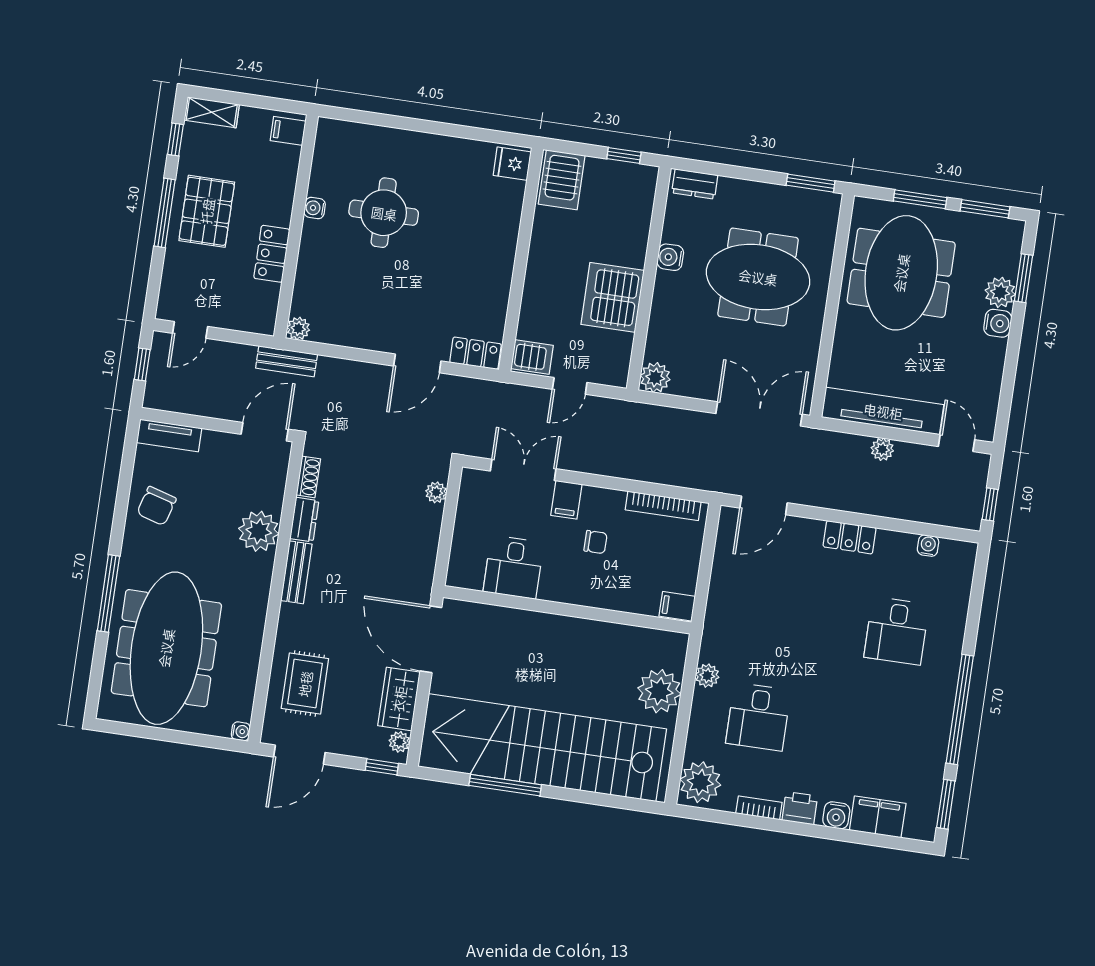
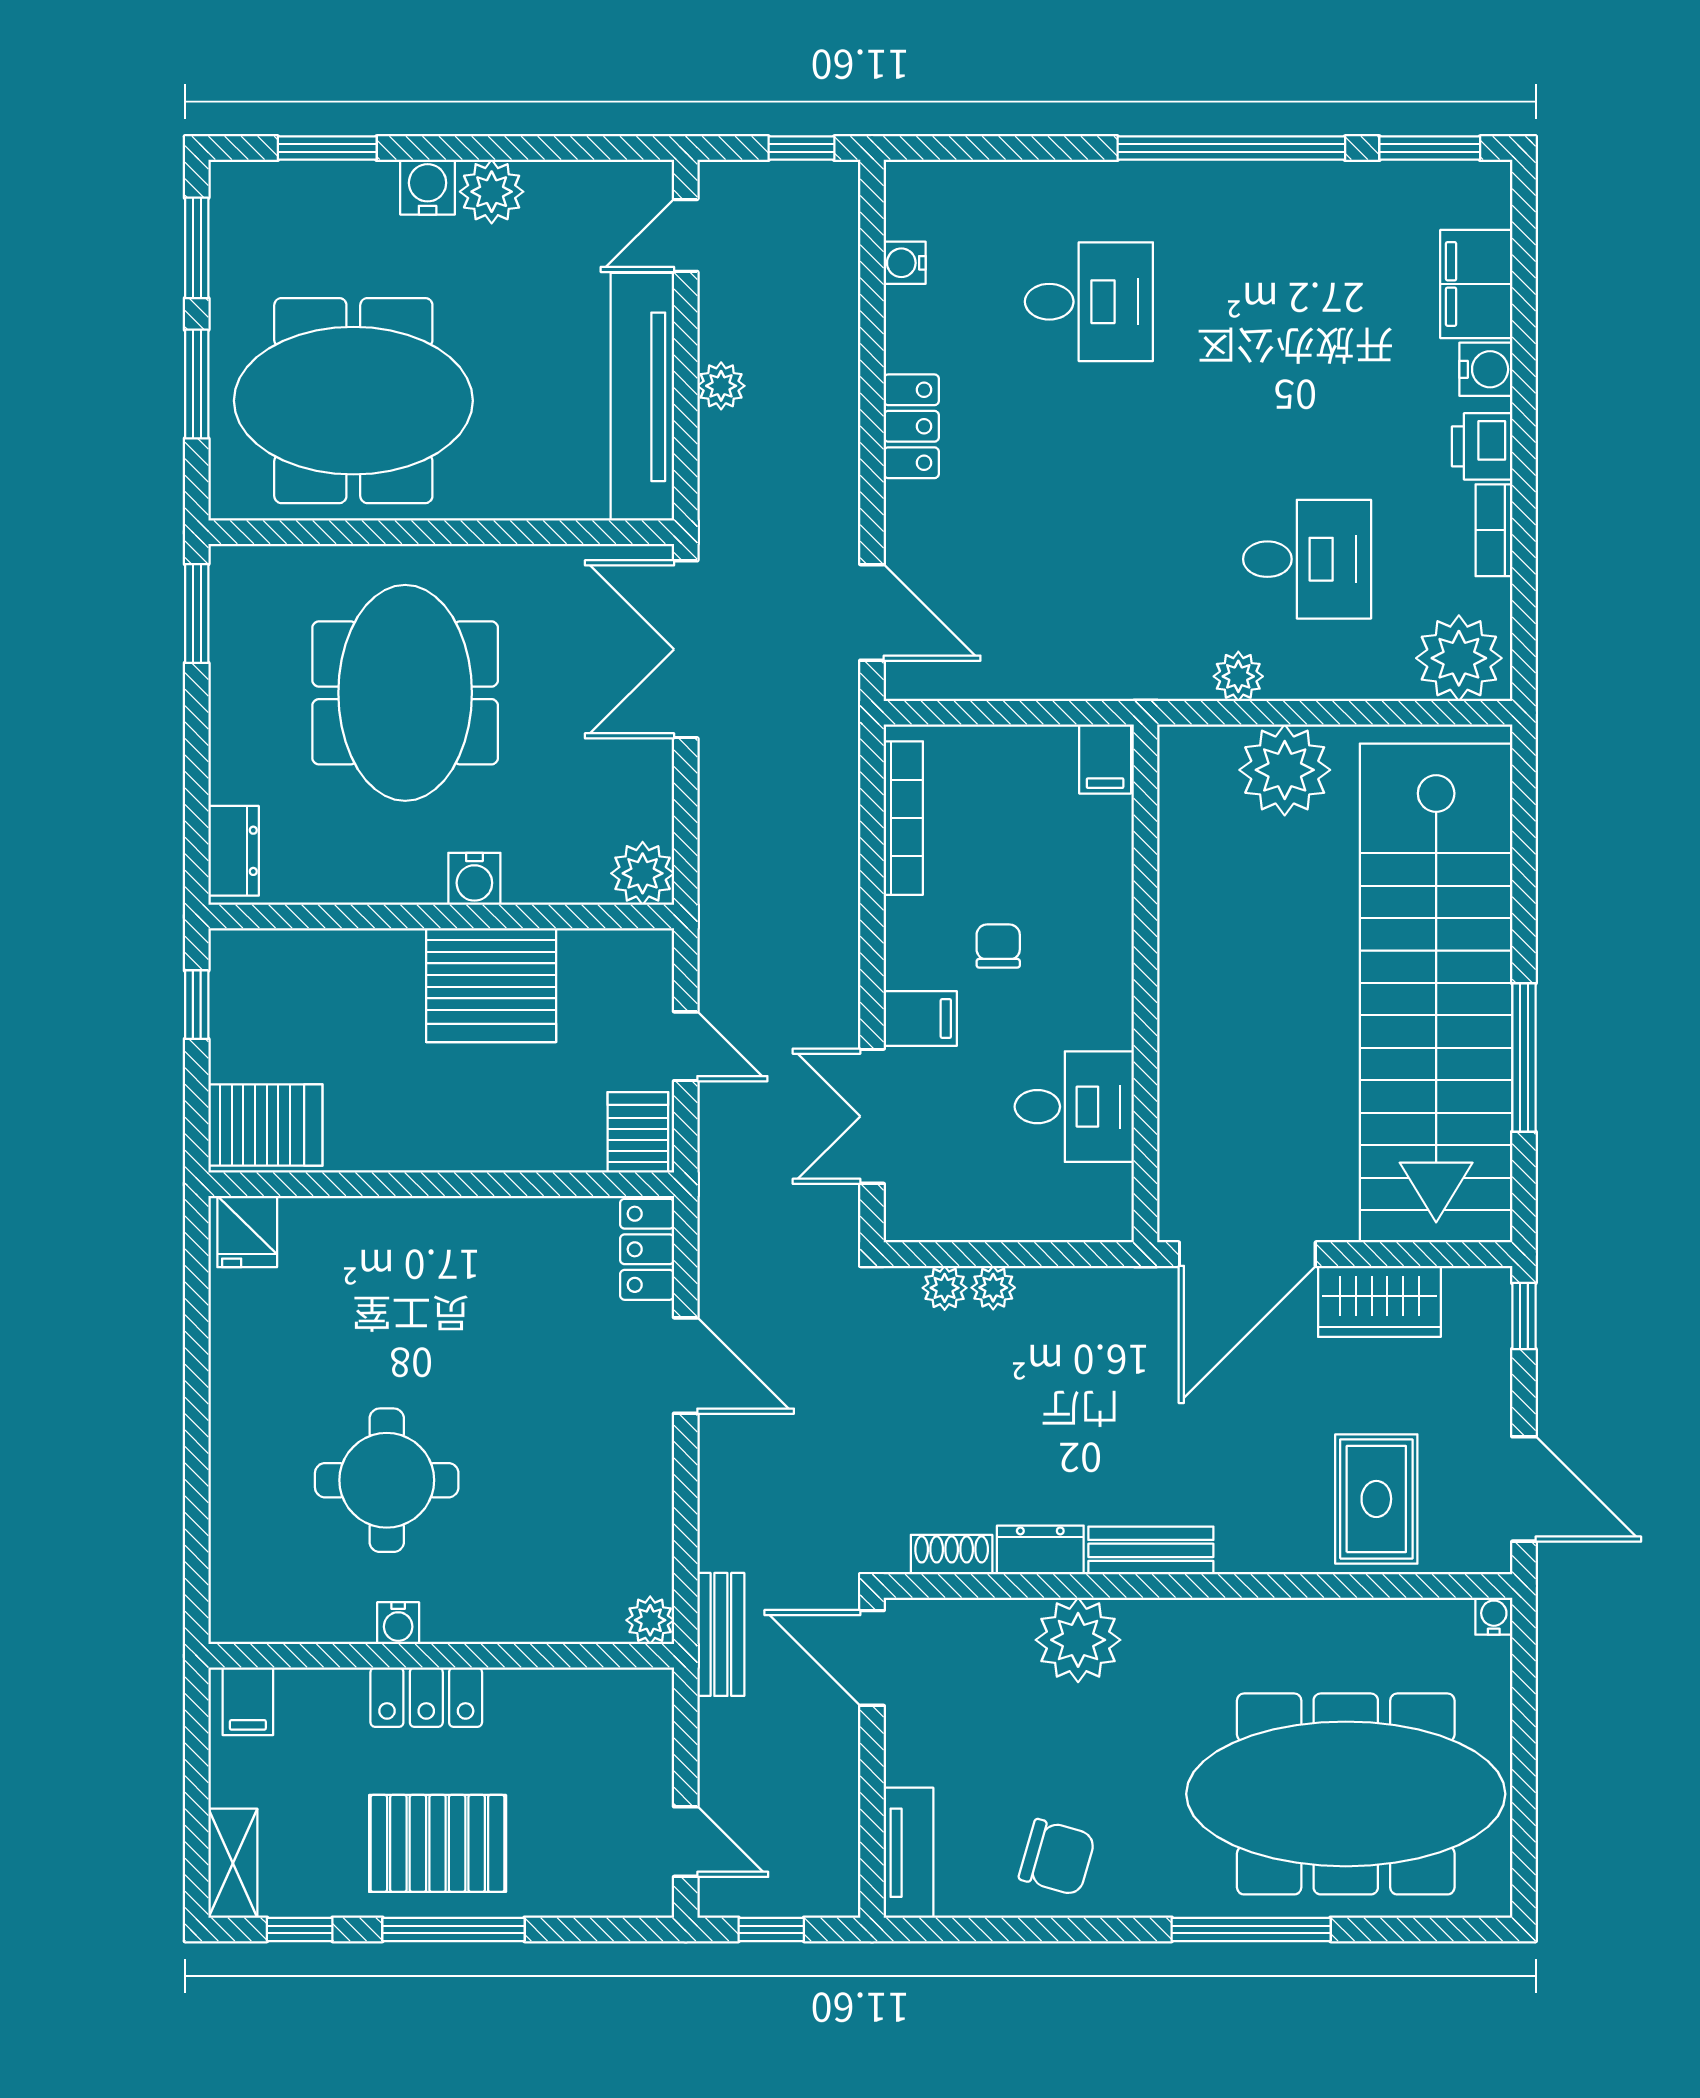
locker: (272, 254) -> (426, 1697), moved
water cooler: (670, 257) -> (474, 879), moved
plant: (1000, 292) -> (492, 192), moved
rug: (305, 684) -> (1376, 1499), turned 90
plant: (399, 742) -> (993, 1288), moved

